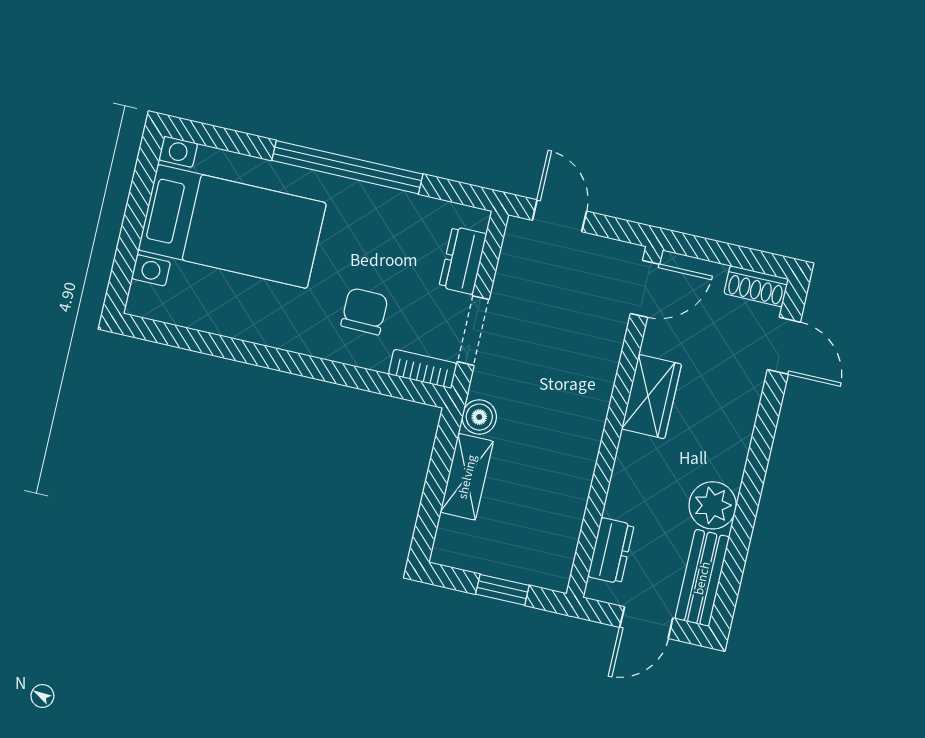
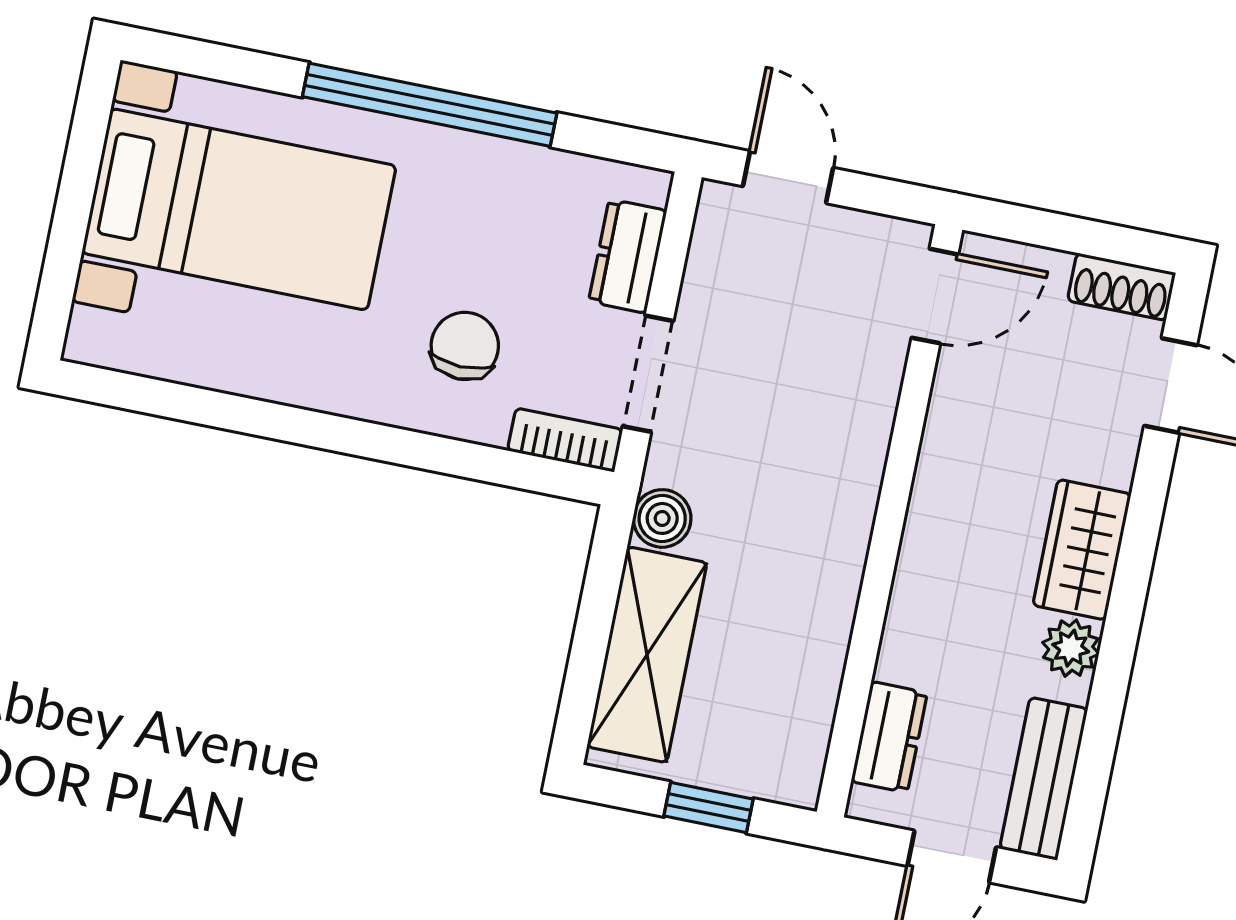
wardrobe: (651, 397) -> (1082, 550), moved, turned 180
shelving: (467, 477) -> (647, 655), width x1.50, depth x1.33
plant: (713, 505) -> (1071, 648), width x0.73, depth x0.73

